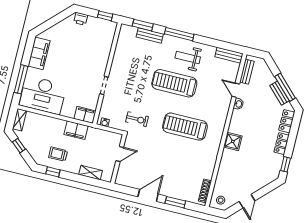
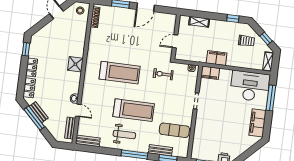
exercise mat: (132, 56) -> (174, 130), added
trolley: (58, 154) -> (246, 41), moved

